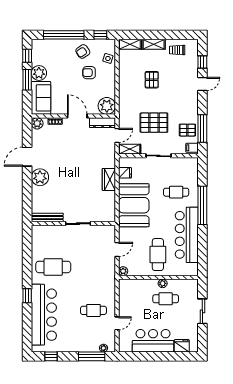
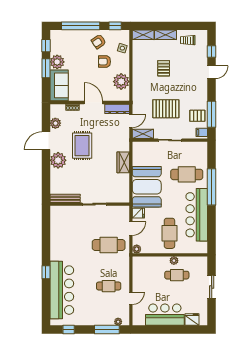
plant: (107, 106) -> (121, 82), moved
plant: (37, 123) -> (55, 123), moved
rug: (65, 162) -> (82, 146), added
fridge: (125, 173) -> (138, 213), moved
cafe table: (176, 192) -> (187, 174), width x1.37, depth x1.35
cafe table: (53, 267) -> (109, 245), moved

